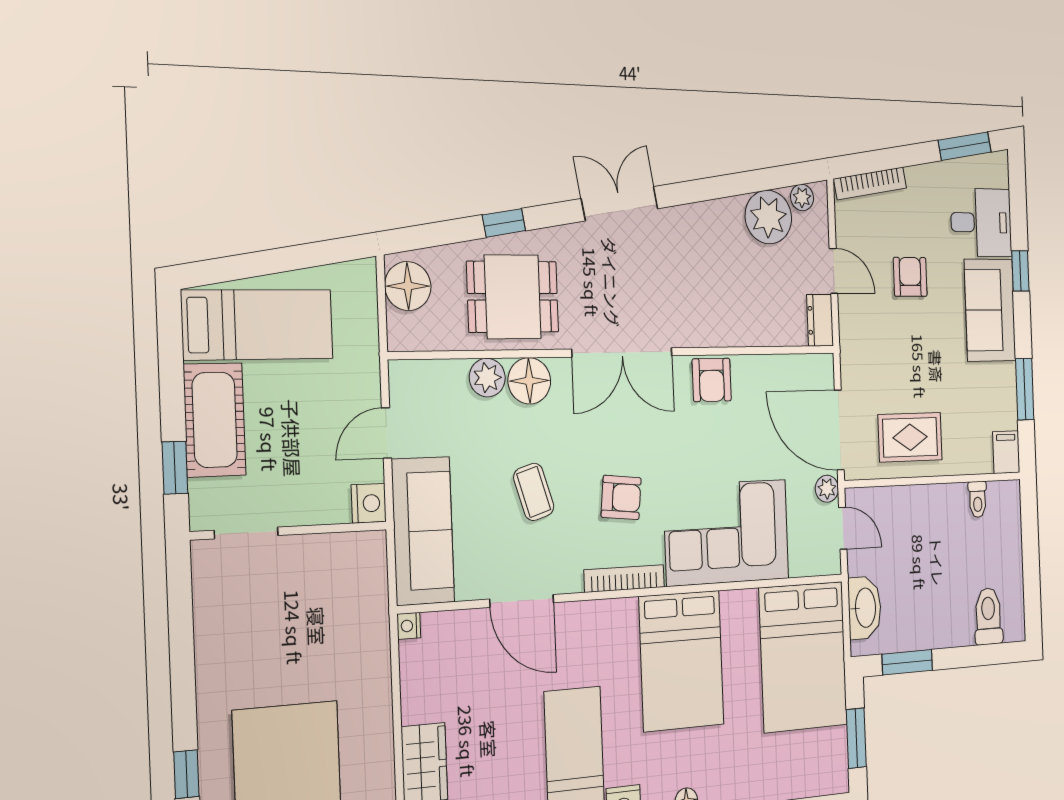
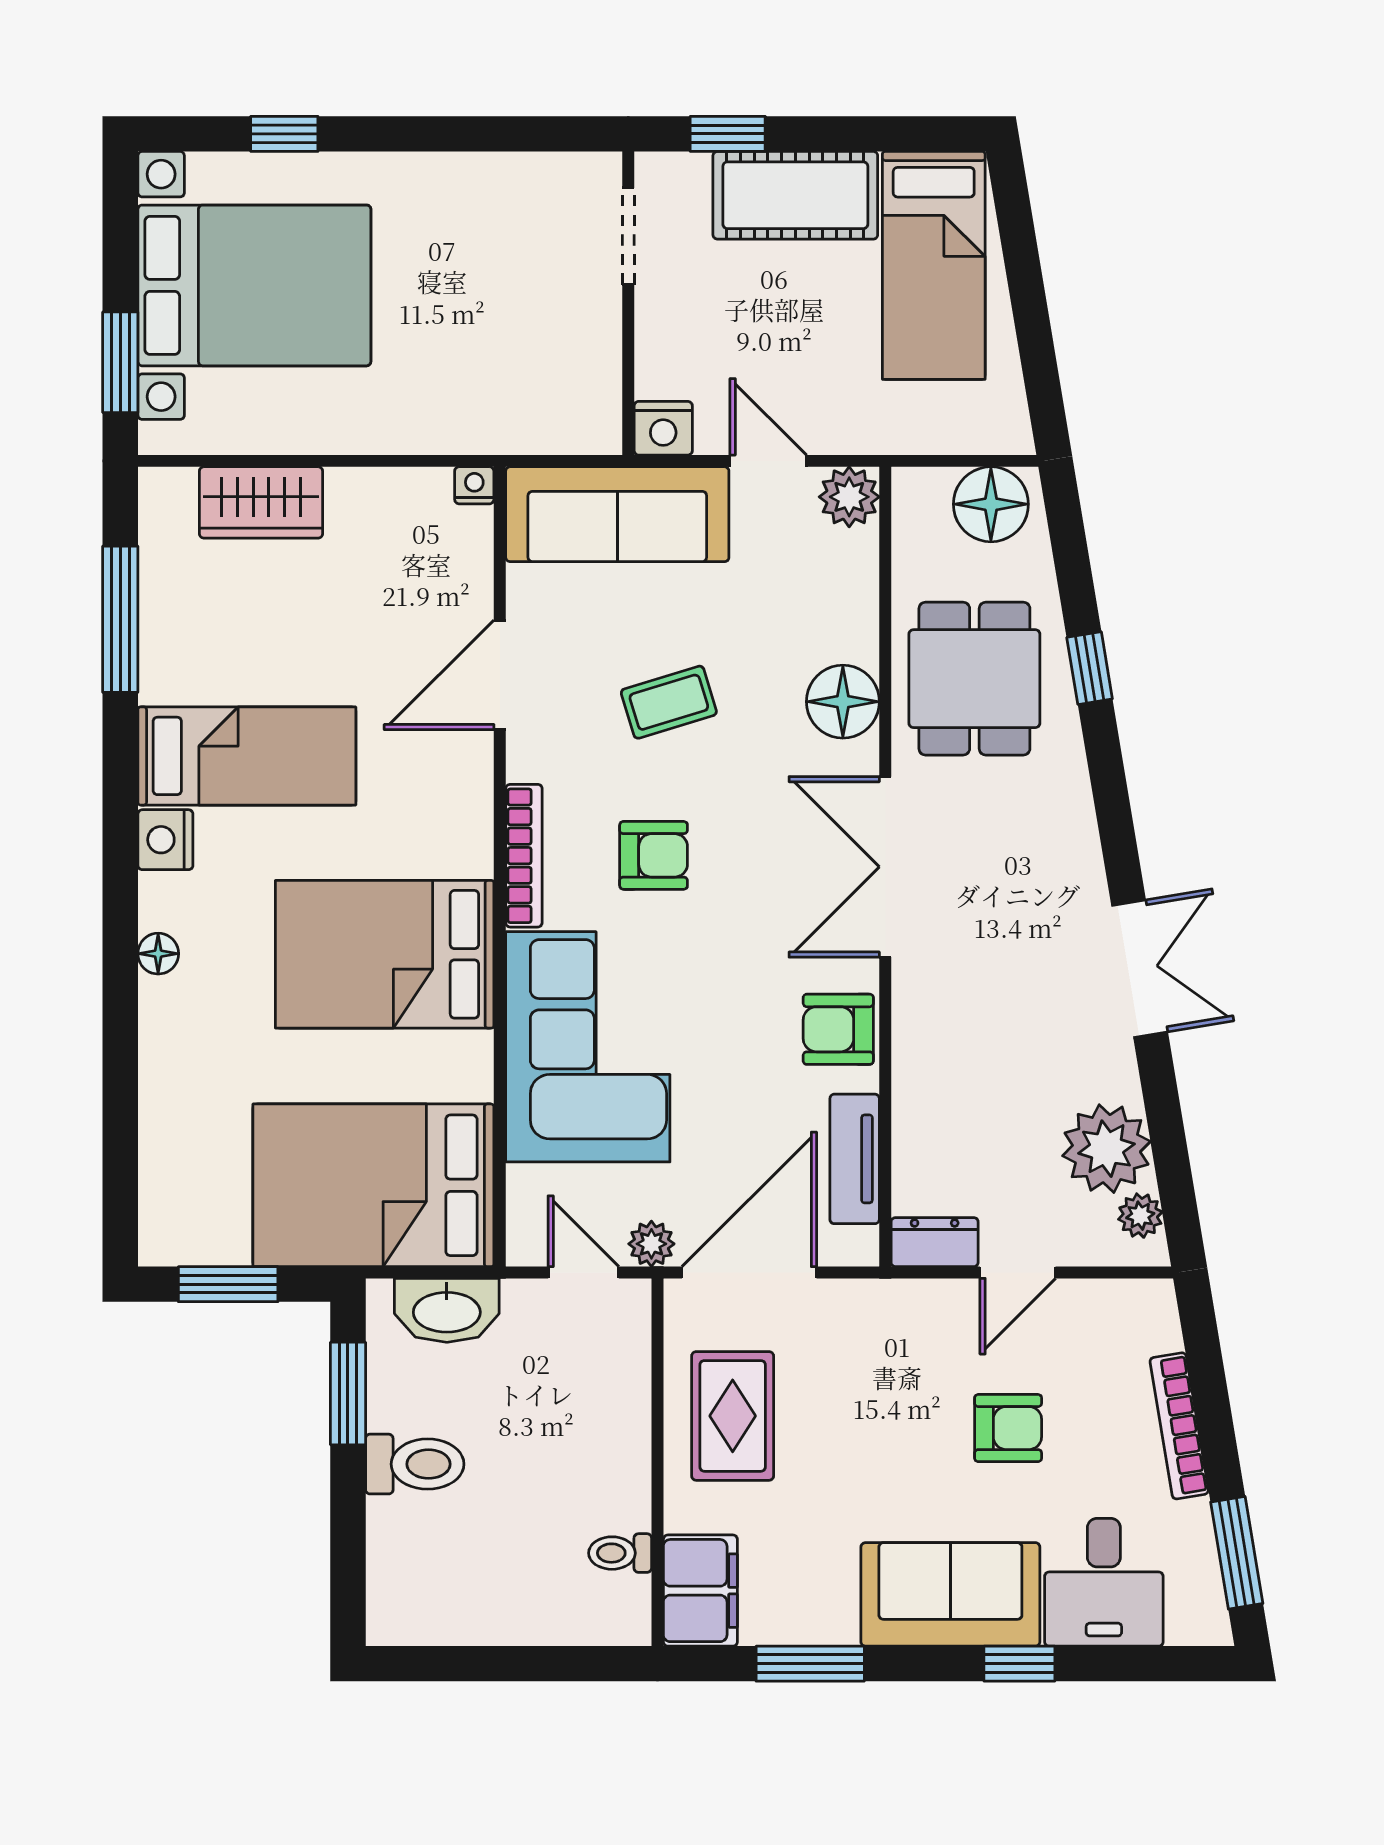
bookcase: (870, 183) -> (1179, 1426), moved
double door: (620, 204) -> (1140, 969), moved
tv unit: (779, 369) -> (855, 1159), added
plant: (487, 378) -> (849, 497), moved
filing cabinet: (1006, 452) -> (700, 1591), width x2.00
armchair: (621, 497) -> (654, 855), turned -96
door: (843, 528) -> (584, 1272), swing flipped
toilet: (988, 616) -> (415, 1464), moved

